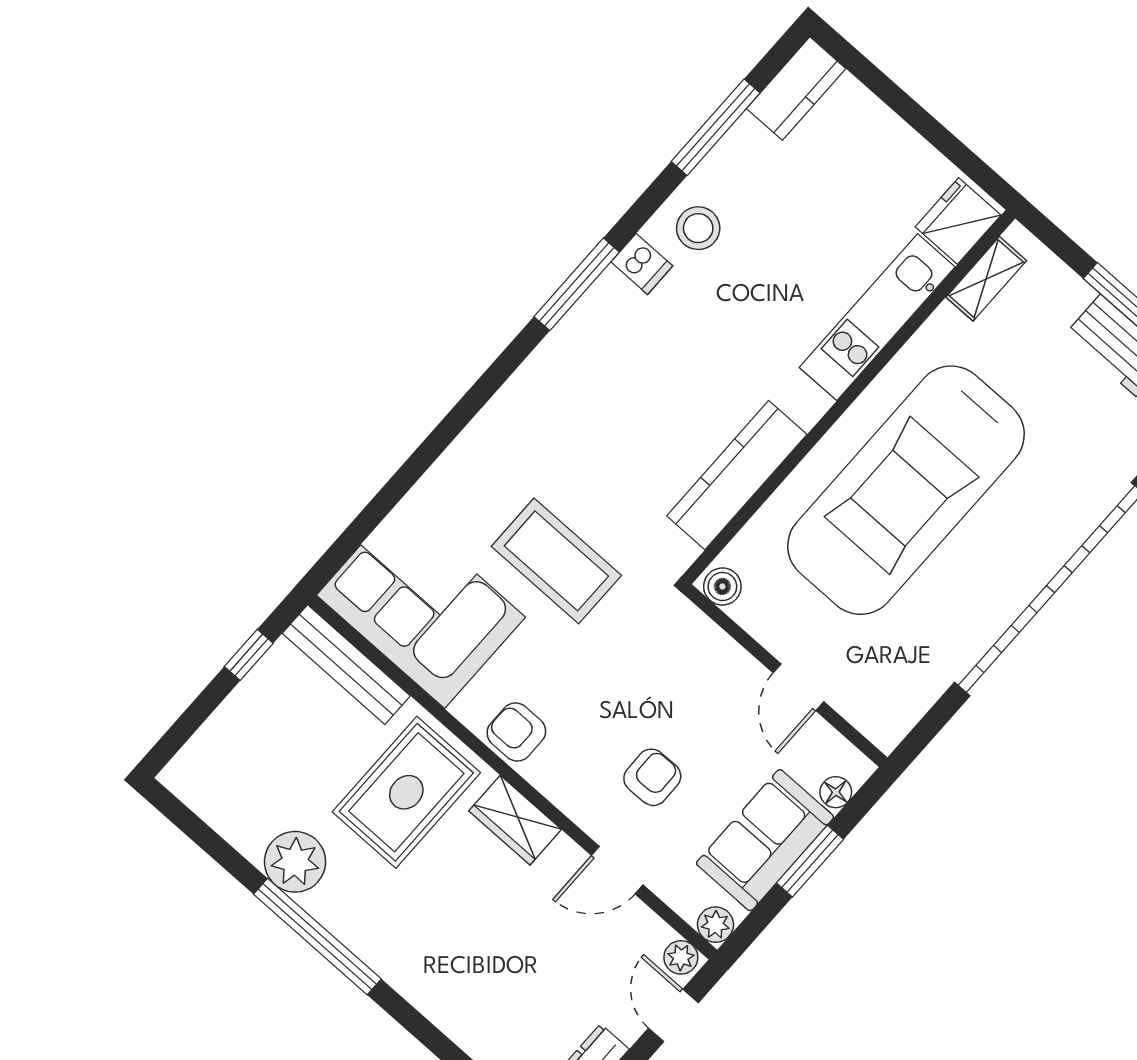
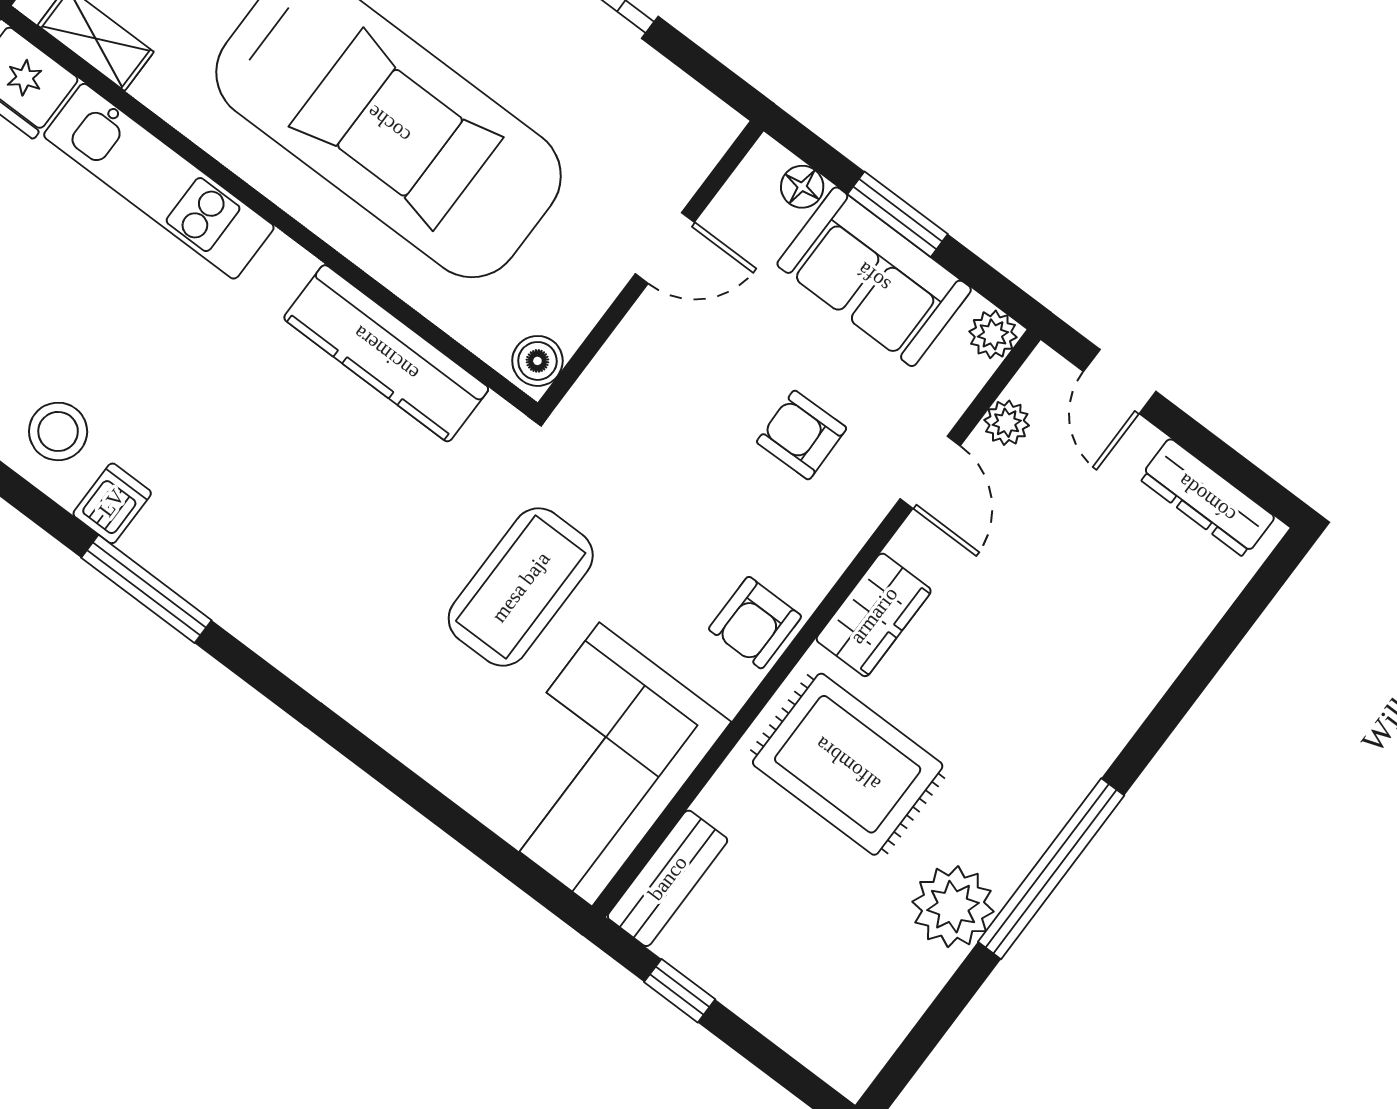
bench: (346, 665) -> (668, 878), width x0.73
plant: (681, 957) -> (1007, 423), moved
door: (673, 1015) -> (1120, 381), hinge flipped

